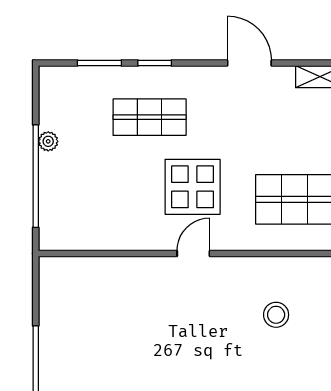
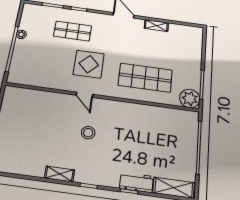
door: (193, 253) -> (84, 95), swing flipped
stool: (276, 315) -> (88, 133), moved

